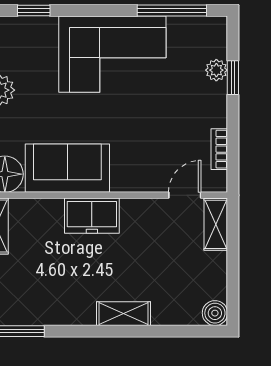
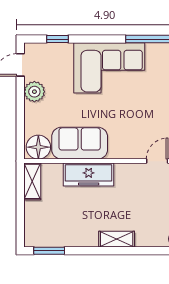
freezer: (92, 216) -> (89, 174), width x1.40

